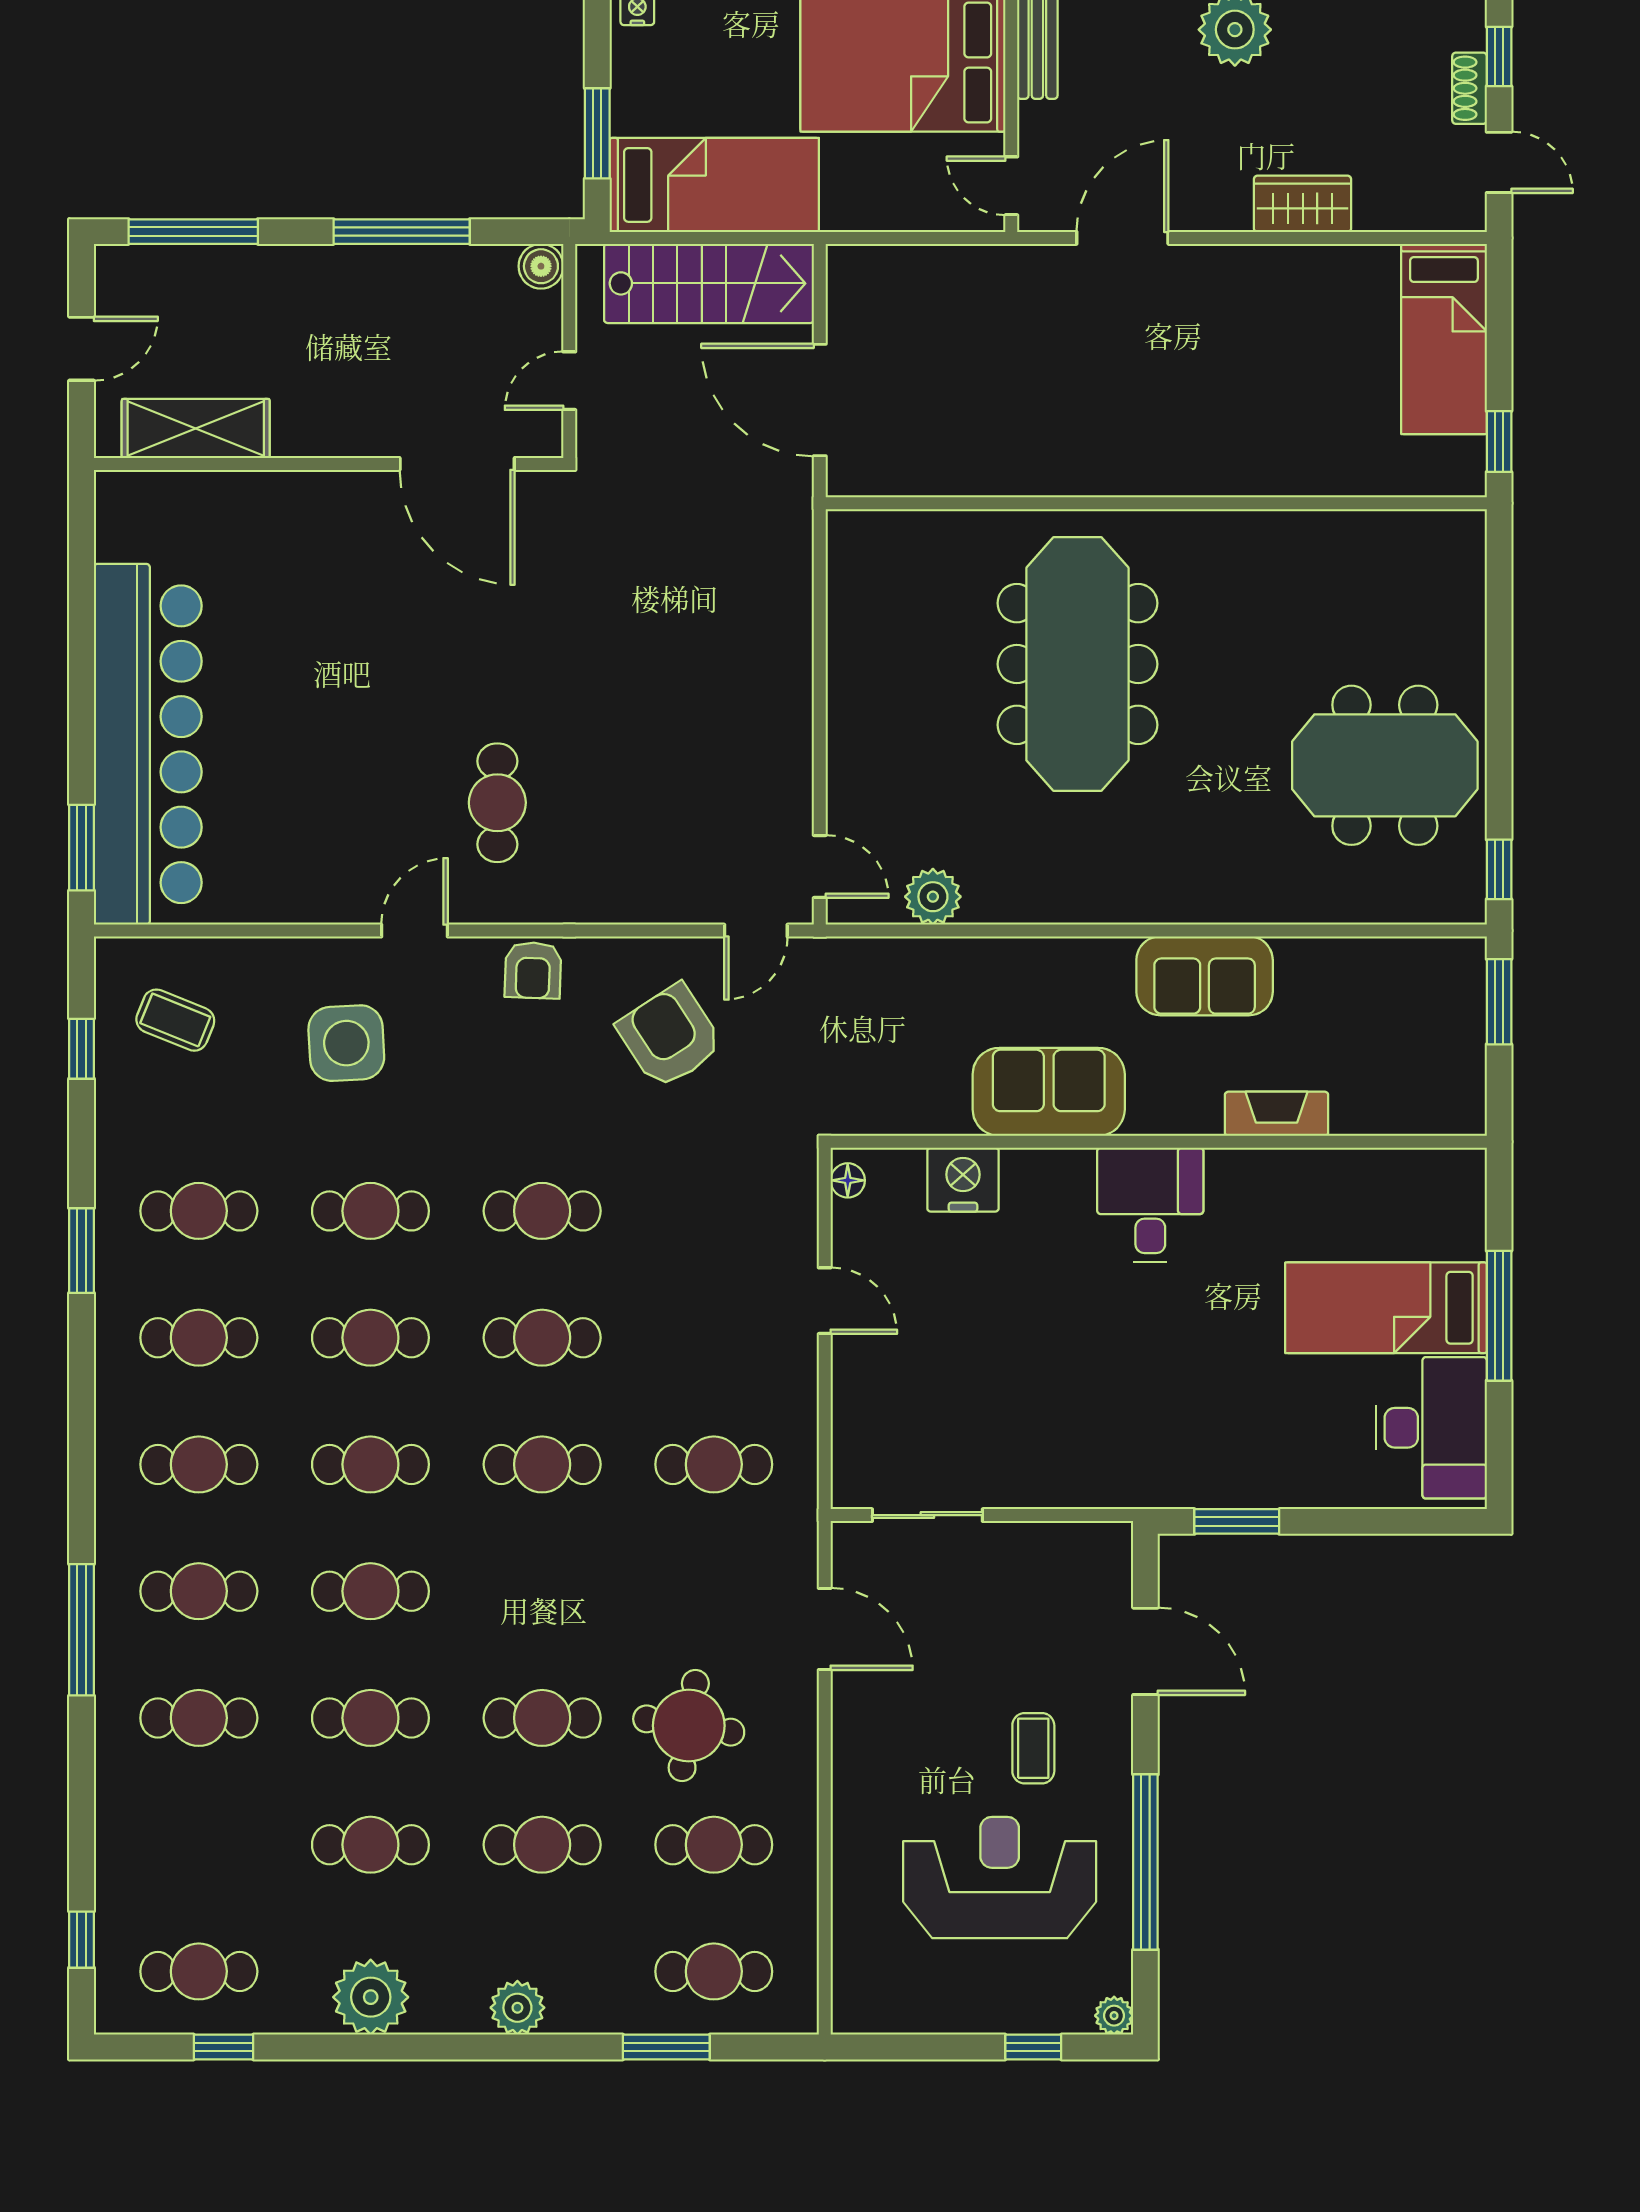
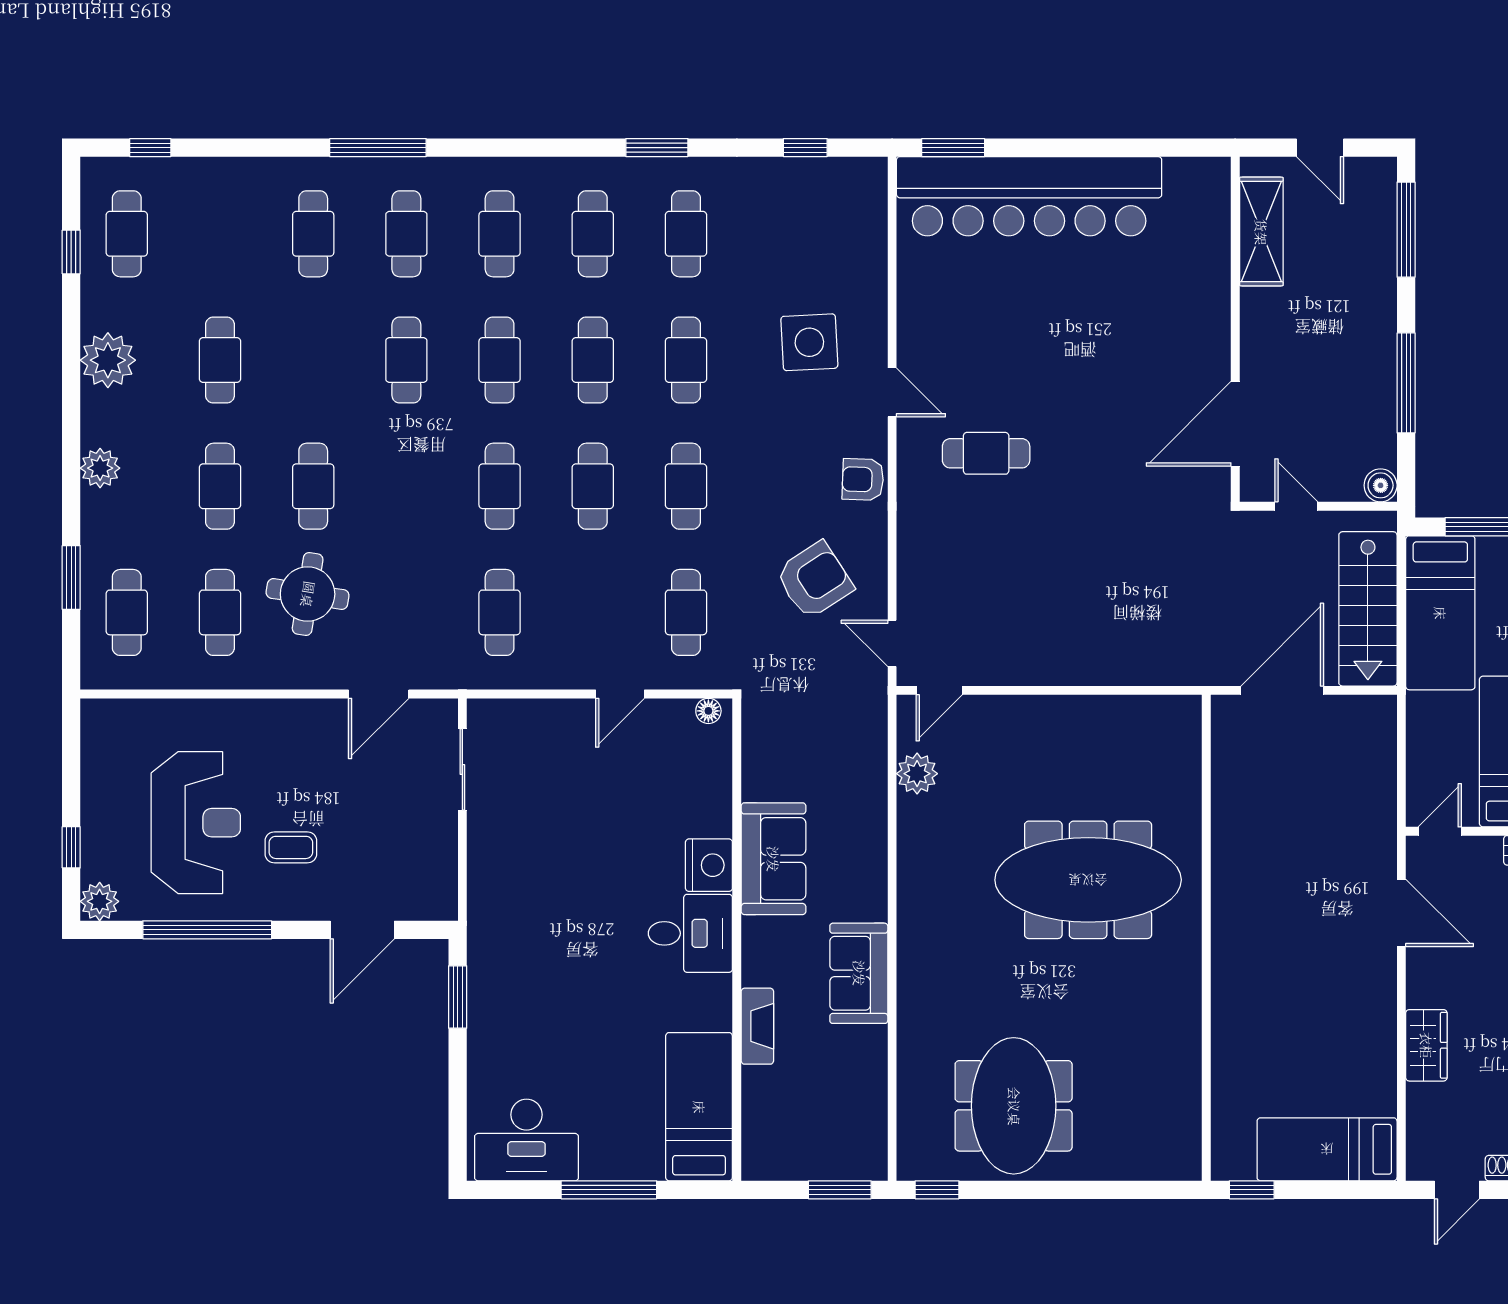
coffee table: (175, 1020) -> (826, 217), removed
nightstand: (963, 1180) -> (709, 865), moved
bed: (1386, 1308) -> (699, 1107), moved
cafe table: (370, 1718) -> (686, 612), moved
plant: (1114, 2016) -> (100, 901), width x1.38, depth x1.38

